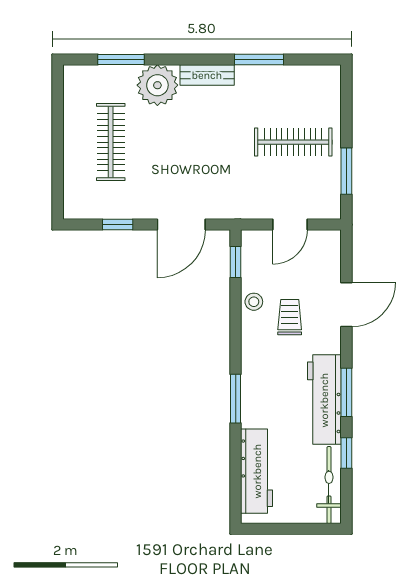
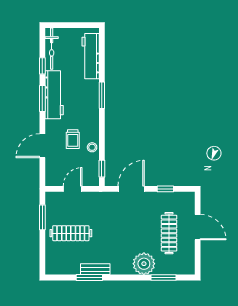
bench: (207, 75) -> (95, 269), moved
door: (58, 153) -> (198, 227), added

